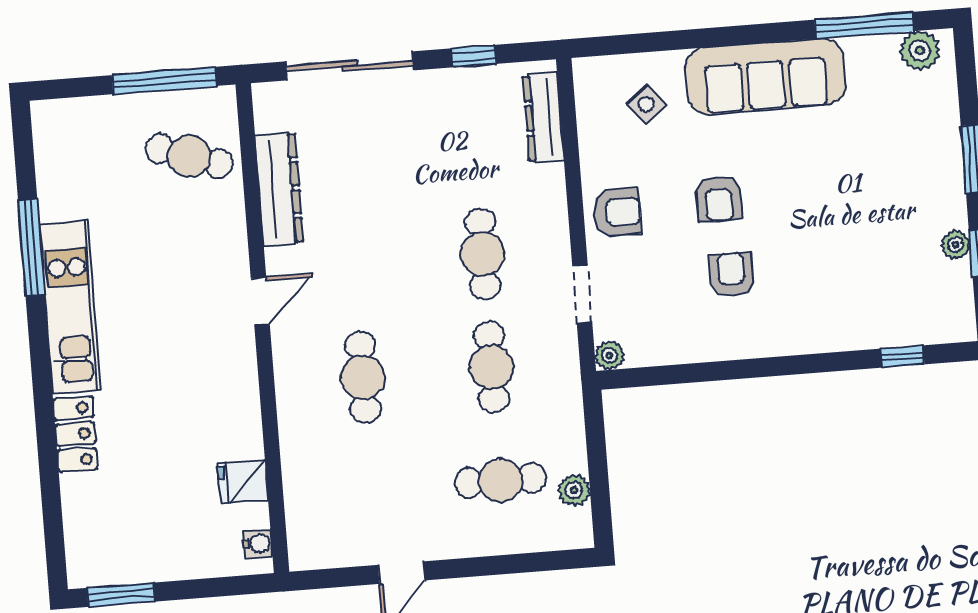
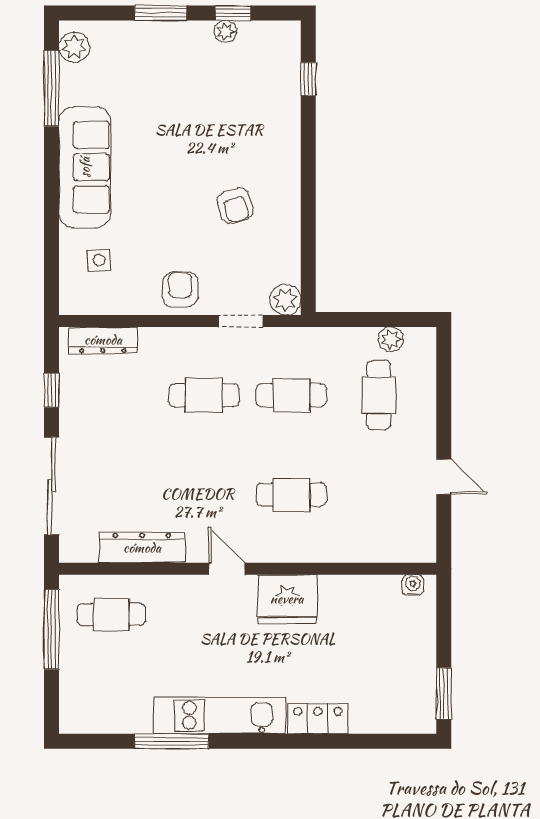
side table: (646, 104) -> (99, 260), turned 36
cafe table: (189, 156) -> (111, 615), turned 71
armchair: (719, 199) -> (176, 210), removed
armchair: (731, 275) -> (235, 205), turned -106
plant: (609, 355) -> (285, 300), width x1.38, depth x1.38
fridge: (243, 481) -> (287, 599), moved, width x1.88, depth x1.34

